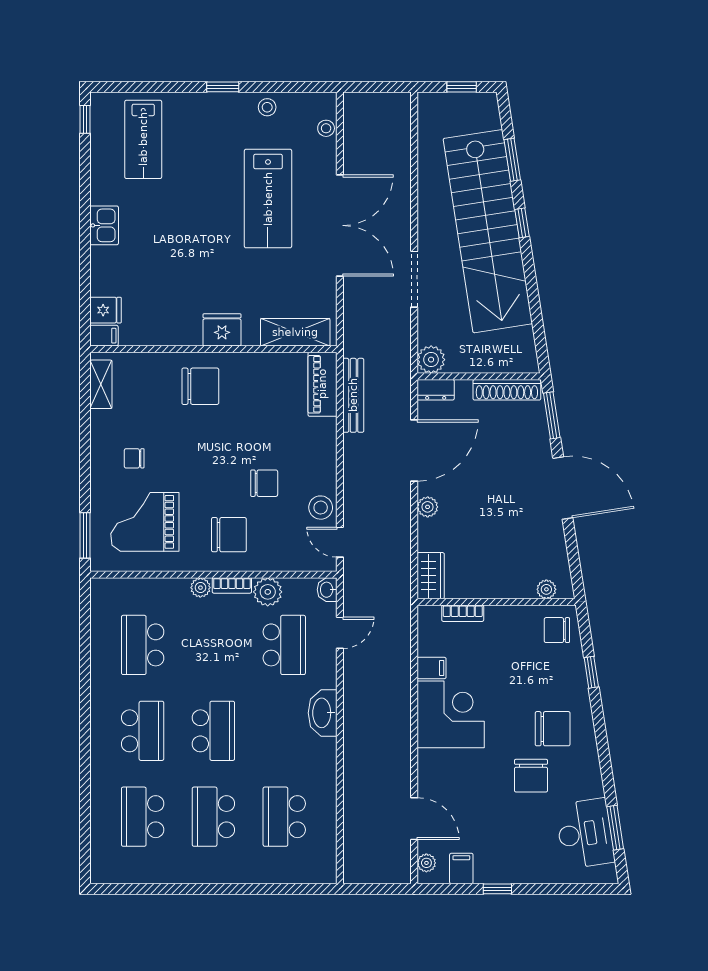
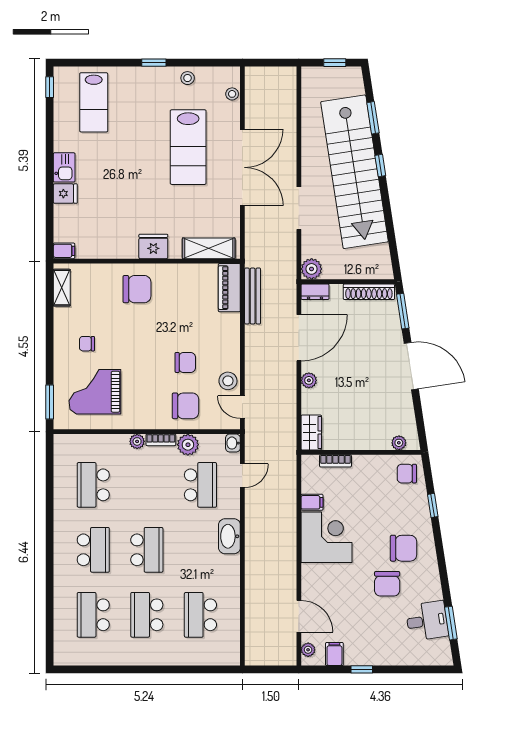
fridge: (106, 310) -> (65, 194), moved
chair: (229, 535) -> (185, 406), moved
desk: (585, 834) -> (427, 621), width x0.73

